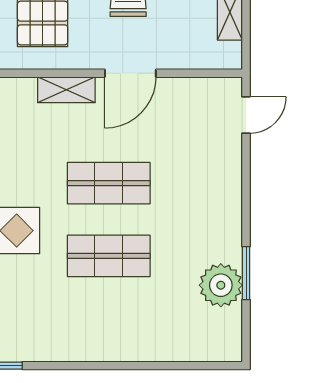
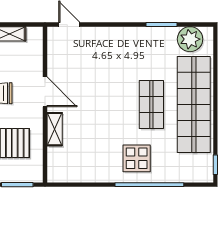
shop shelf: (109, 183) -> (194, 105), moved, width x2.00, depth x1.36
plant: (221, 285) -> (190, 39), moved

